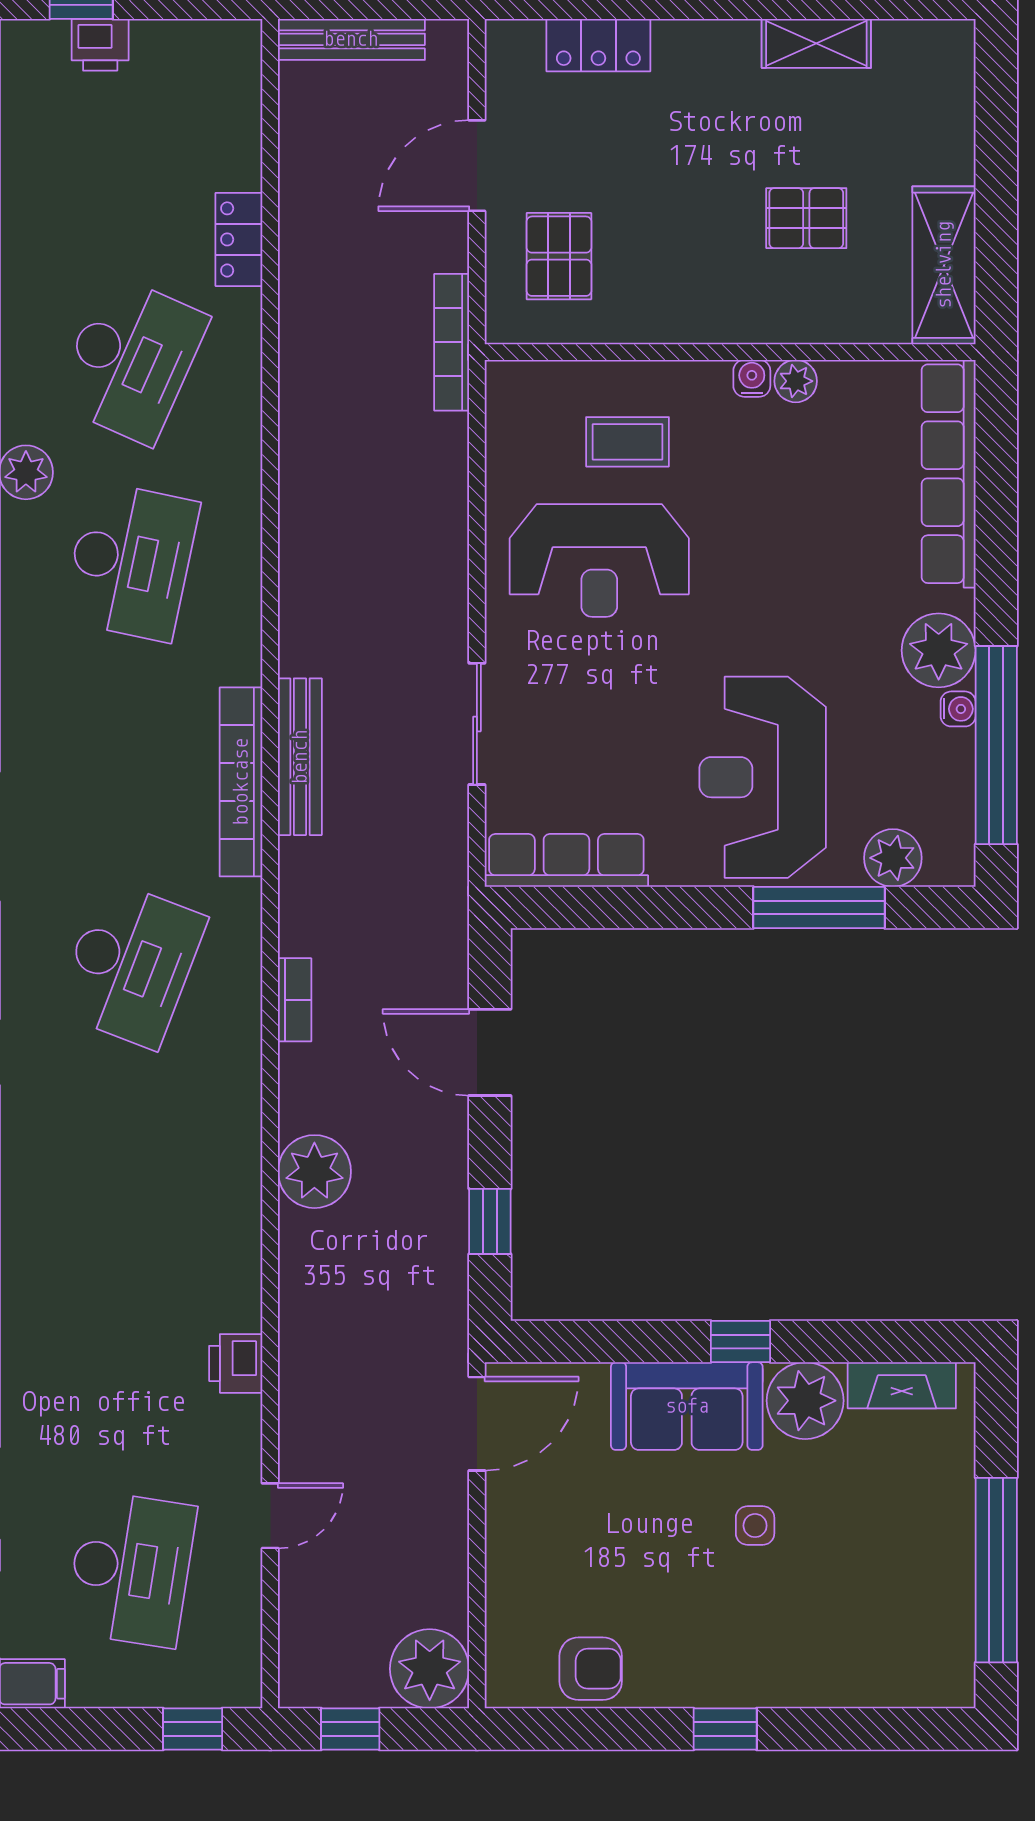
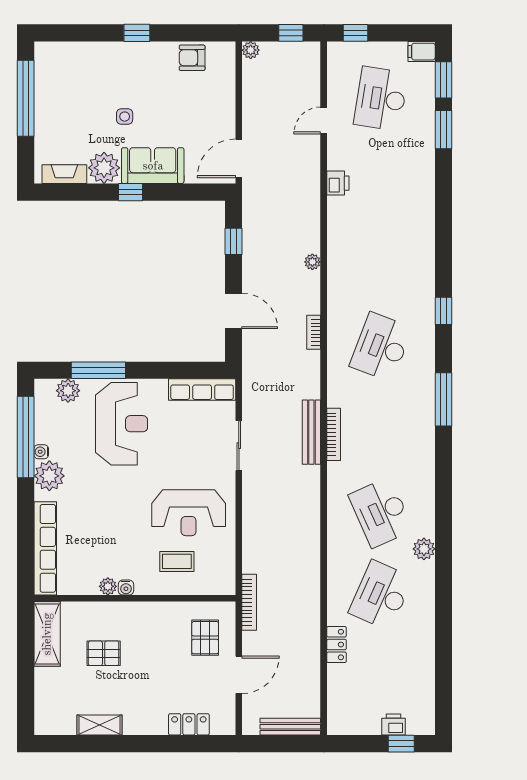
desk: (131, 561) -> (381, 512), turned -36
reception desk: (599, 561) -> (189, 513), turned 180
bookcase: (241, 782) -> (334, 434), width x0.68, depth x0.76
plant: (314, 1172) -> (312, 262), width x0.53, depth x0.53
plant: (430, 1669) -> (251, 50), width x0.53, depth x0.53

